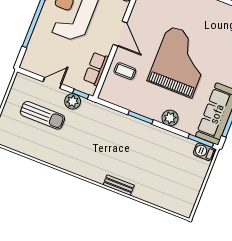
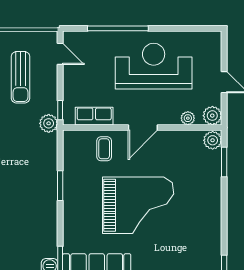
door: (52, 83) -> (60, 54), moved
plant: (73, 101) -> (49, 123), moved
plant: (170, 118) -> (72, 218), removed

